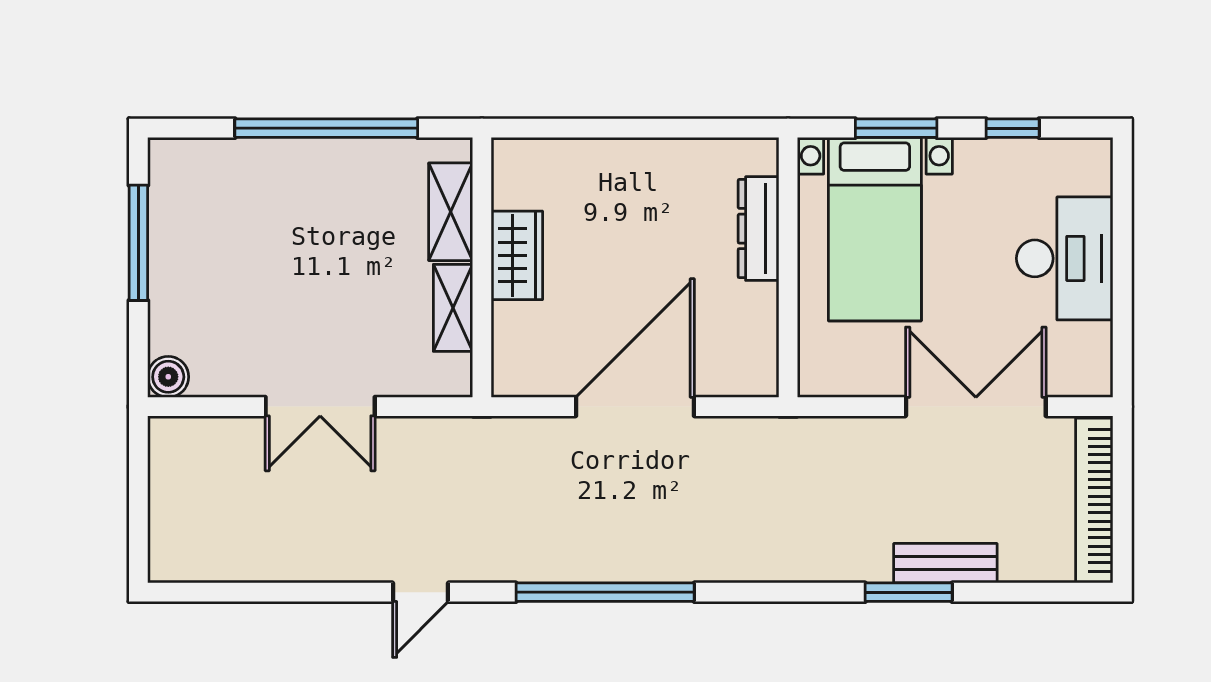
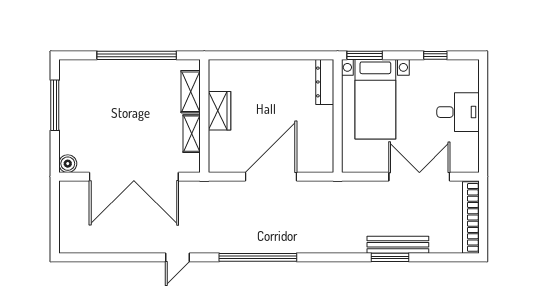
window: (896, 128) -> (365, 55), moved
dresser: (759, 229) -> (325, 82), moved
desk: (1065, 258) -> (458, 112), width x0.73
double door: (320, 407) -> (134, 177), width x1.87
bench: (945, 563) -> (398, 245), width x1.36

